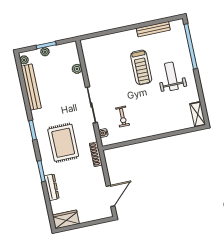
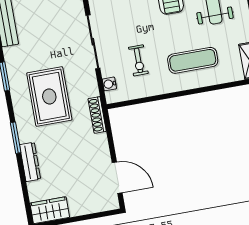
exercise mat: (159, 115) -> (193, 60), added
door: (111, 196) -> (117, 178), hinge flipped

